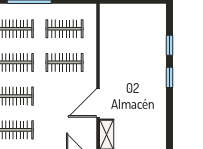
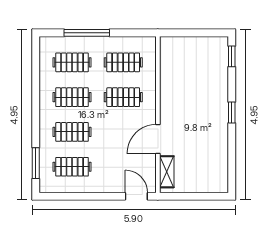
window: (170, 45) -> (232, 56), moved

